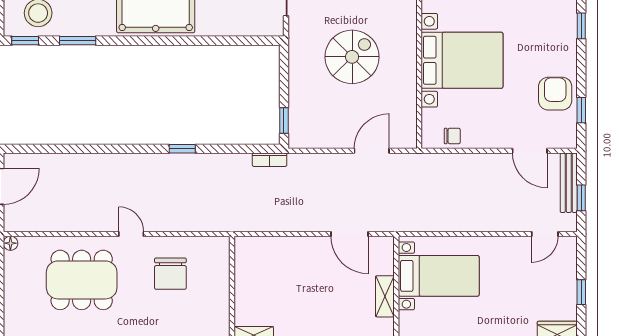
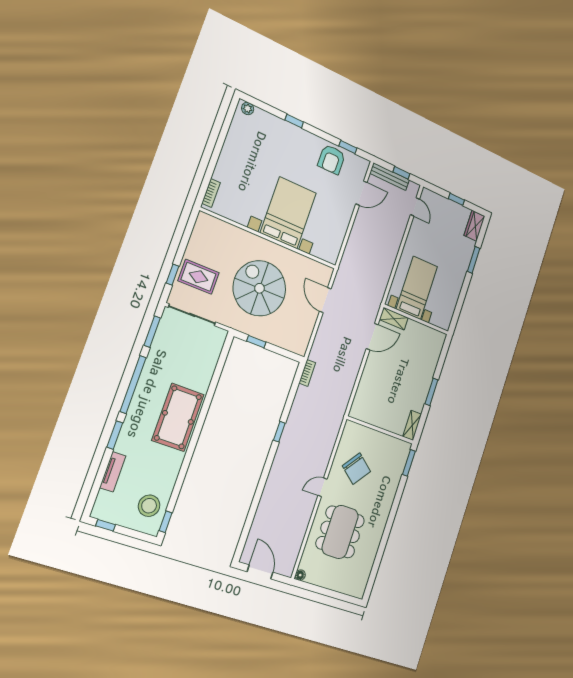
window: (78, 41) -> (179, 482), removed
spiral stairs: (352, 57) -> (259, 288), width x1.37, depth x1.37
armchair: (555, 94) -> (332, 159), turned -90
window: (284, 121) -> (256, 342), moved
chair: (452, 136) -> (335, 241), removed
chair: (170, 274) -> (356, 469), turned 38
shelving: (385, 296) -> (394, 319), moved

